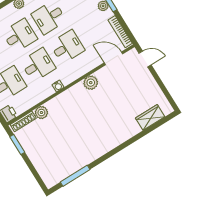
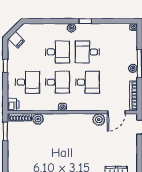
door: (113, 58) -> (116, 112), swing flipped
plant: (91, 83) -> (99, 120), moved

